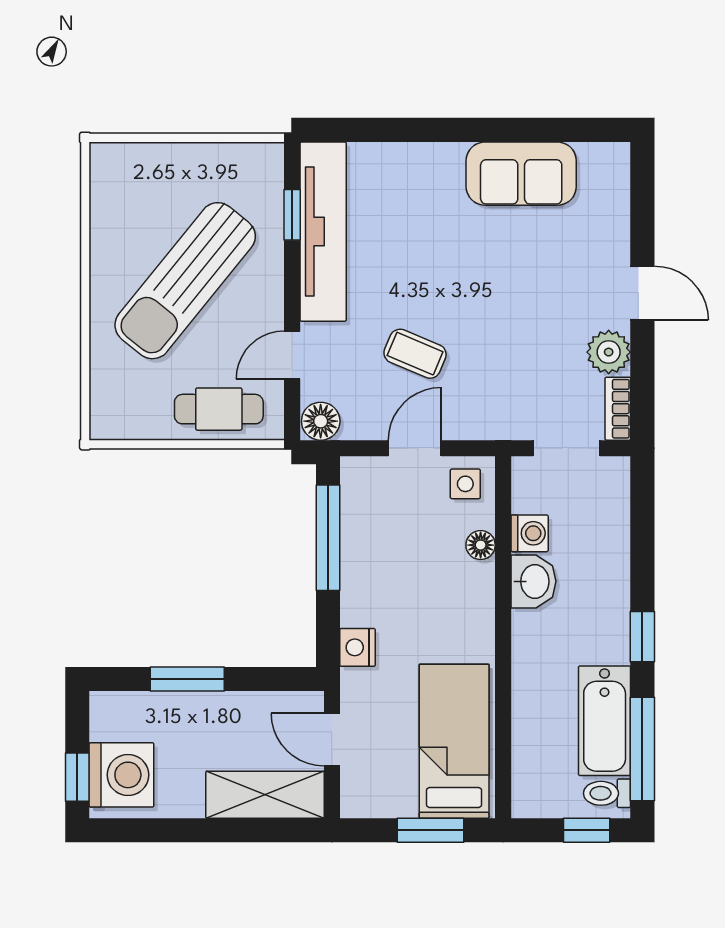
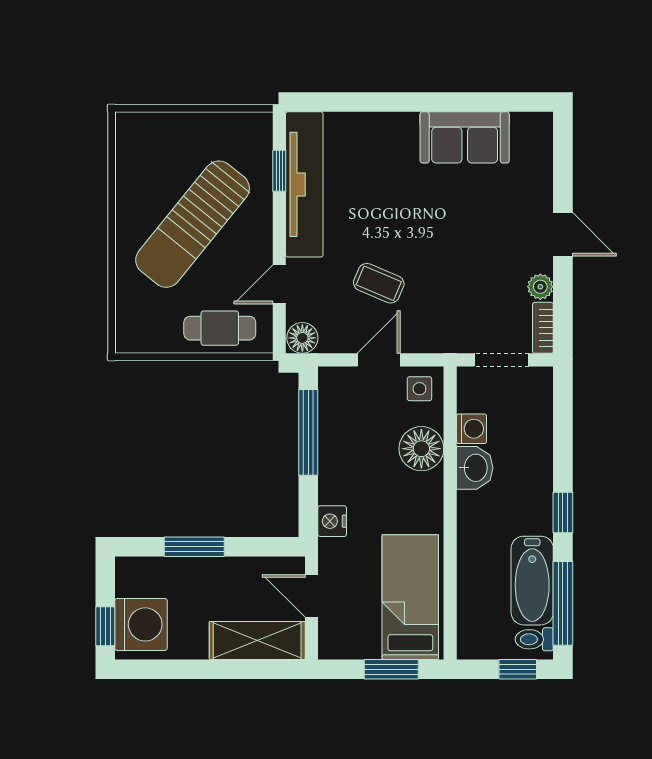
plant: (609, 352) -> (540, 287), width x0.73, depth x0.73
floor lamp: (481, 545) -> (421, 449), width x1.89, depth x1.89

